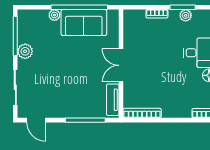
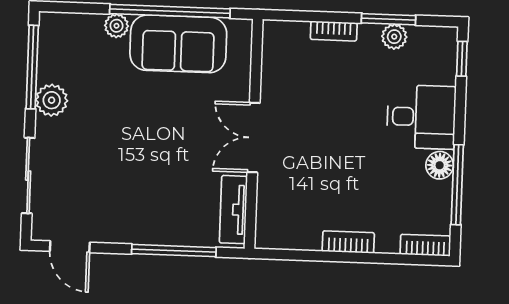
bookcase: (142, 113) -> (348, 242), moved, width x0.64

